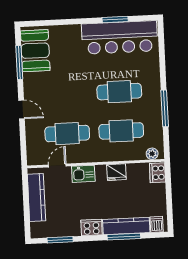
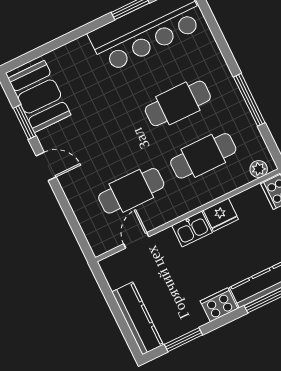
window: (19, 63) -> (25, 122), width x0.69
door: (22, 109) -> (46, 166), moved
kitchen sink: (83, 174) -> (192, 229), moved
kitchen counter: (36, 197) -> (137, 318), moved

